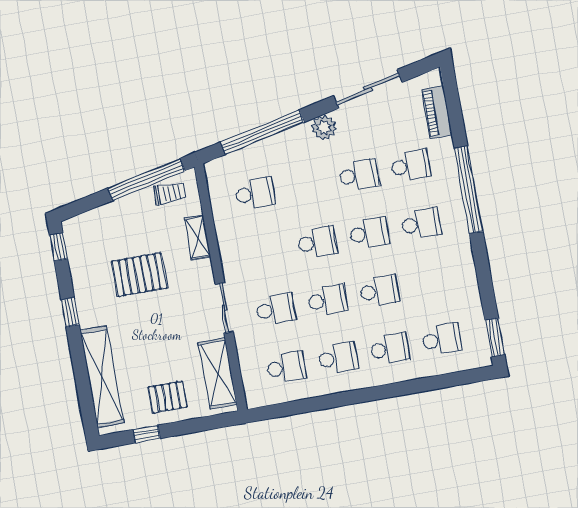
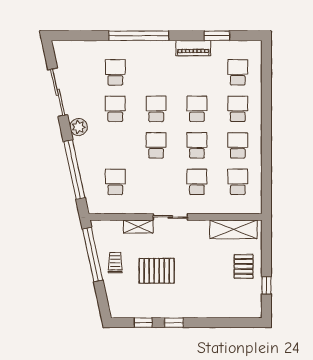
piano: (437, 112) -> (193, 48), moved
trolley: (170, 193) -> (115, 263), moved
school desk: (421, 224) -> (156, 72), removed
window: (59, 247) -> (143, 323), moved
pallet: (139, 275) -> (157, 271), turned 90
sliding door: (224, 308) -> (170, 217), moved
window: (495, 337) -> (217, 36), moved
shelving: (102, 377) -> (222, 309), removed

